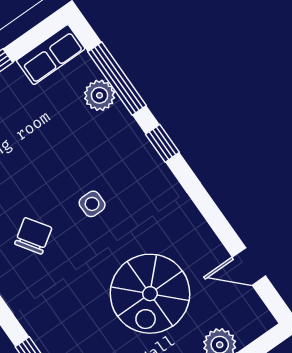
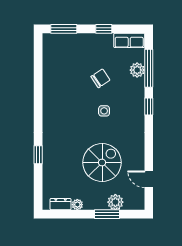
chair: (33, 236) -> (100, 78), moved
spiral stairs: (150, 294) -> (102, 163), turned 180

